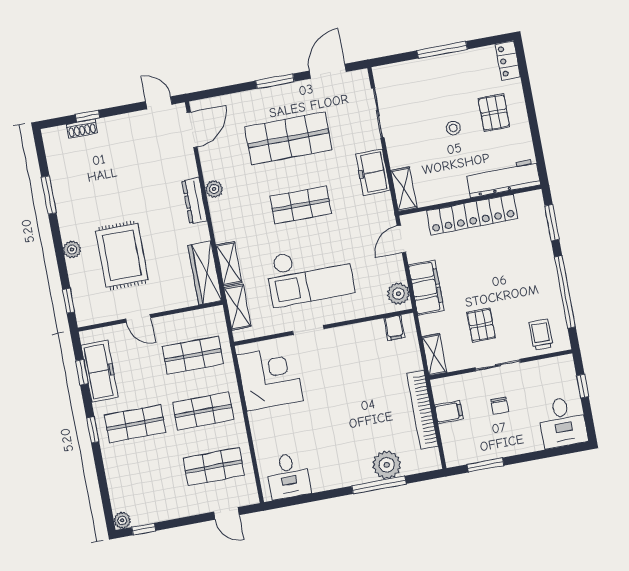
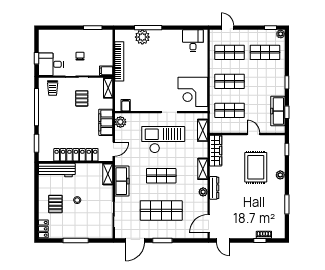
freezer: (373, 172) -> (122, 181), width x1.40
shelving: (229, 264) -> (203, 169), moved
filing cabinet: (449, 412) -> (106, 71), moved
desk: (563, 422) -> (51, 64), moved, turned -90
shop shelf: (135, 424) -> (265, 52), moved

